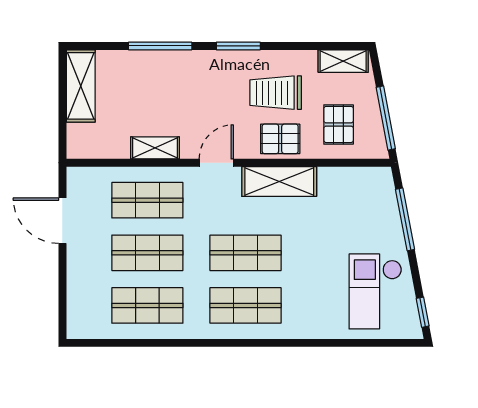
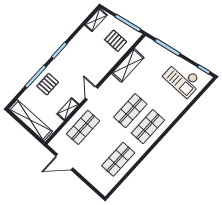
shelving: (81, 86) -> (30, 120), width x1.47
trolley: (276, 93) -> (86, 52), removed
pallet: (280, 139) -> (48, 84), moved
shelving: (279, 181) -> (128, 65), moved
shop shelf: (147, 253) -> (101, 143), removed

